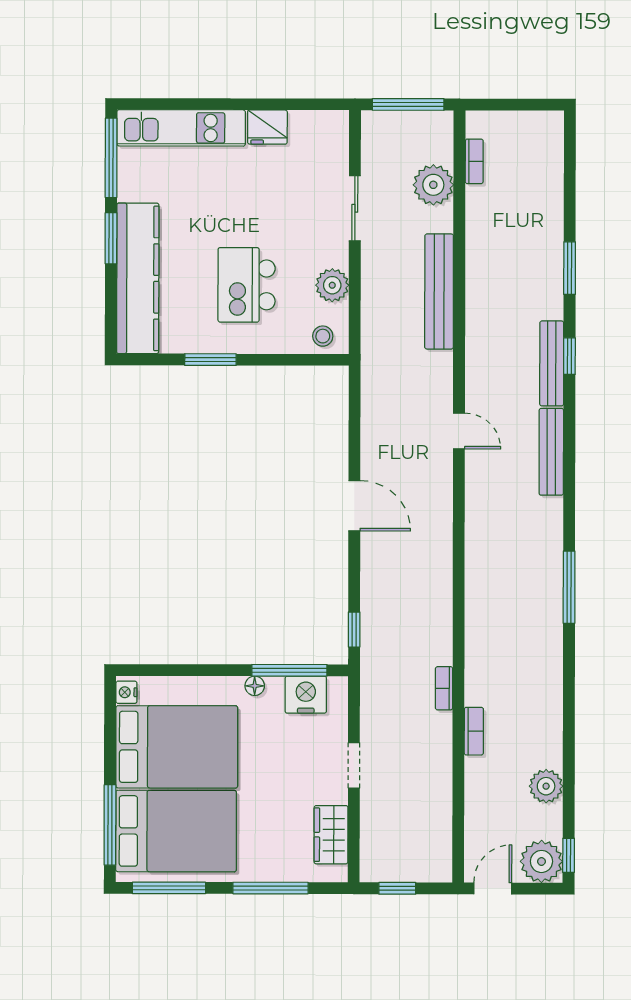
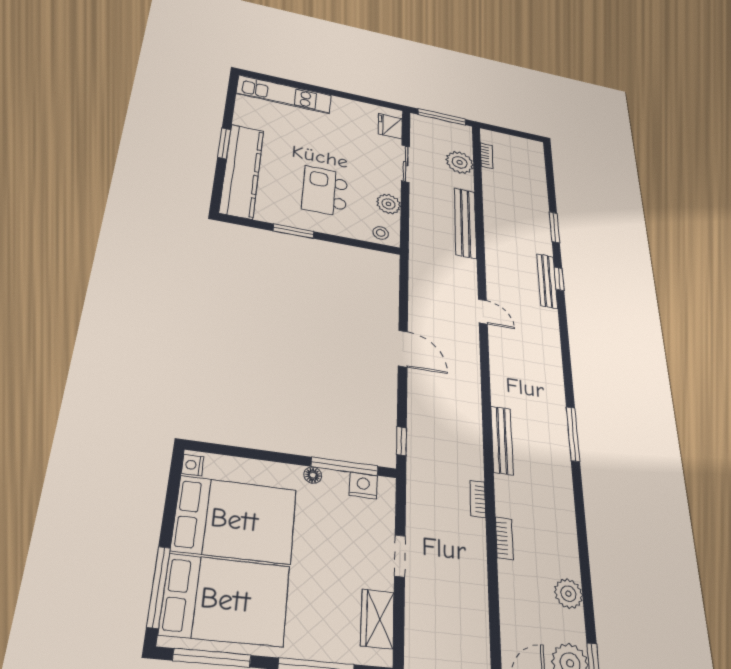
fridge: (267, 127) -> (390, 126), moved, turned 90
window: (111, 158) -> (231, 99), removed
bench: (551, 452) -> (502, 440), moved
nightstand: (306, 695) -> (363, 485), width x0.74, depth x0.75

